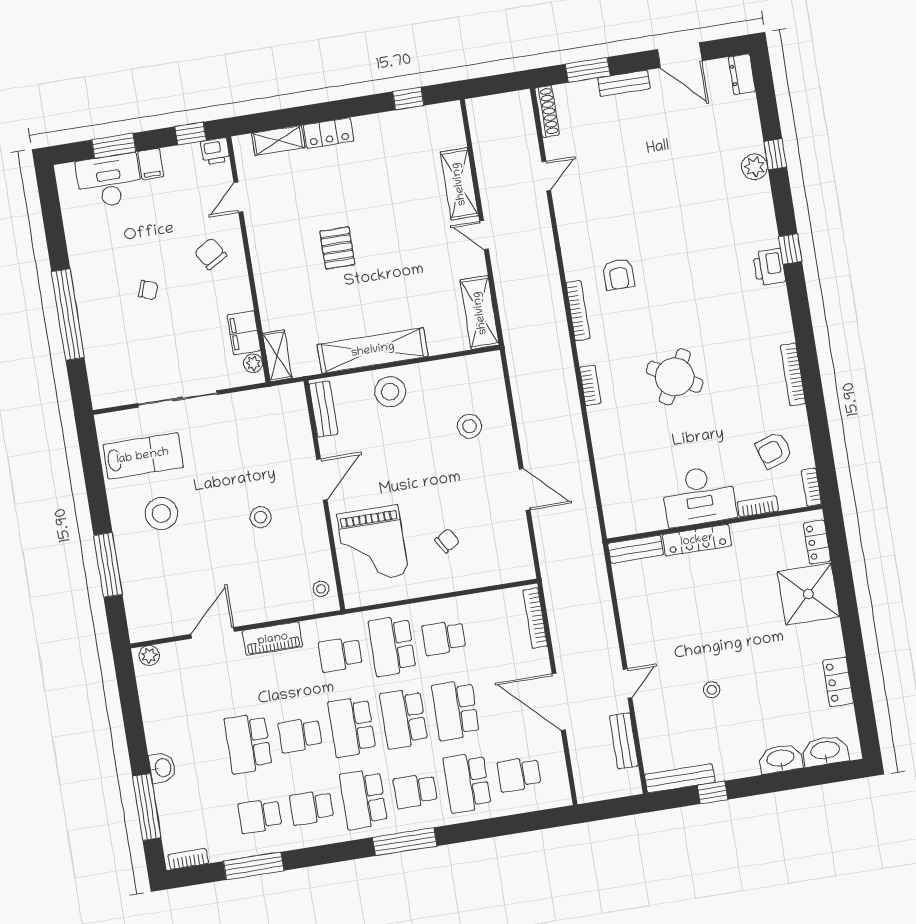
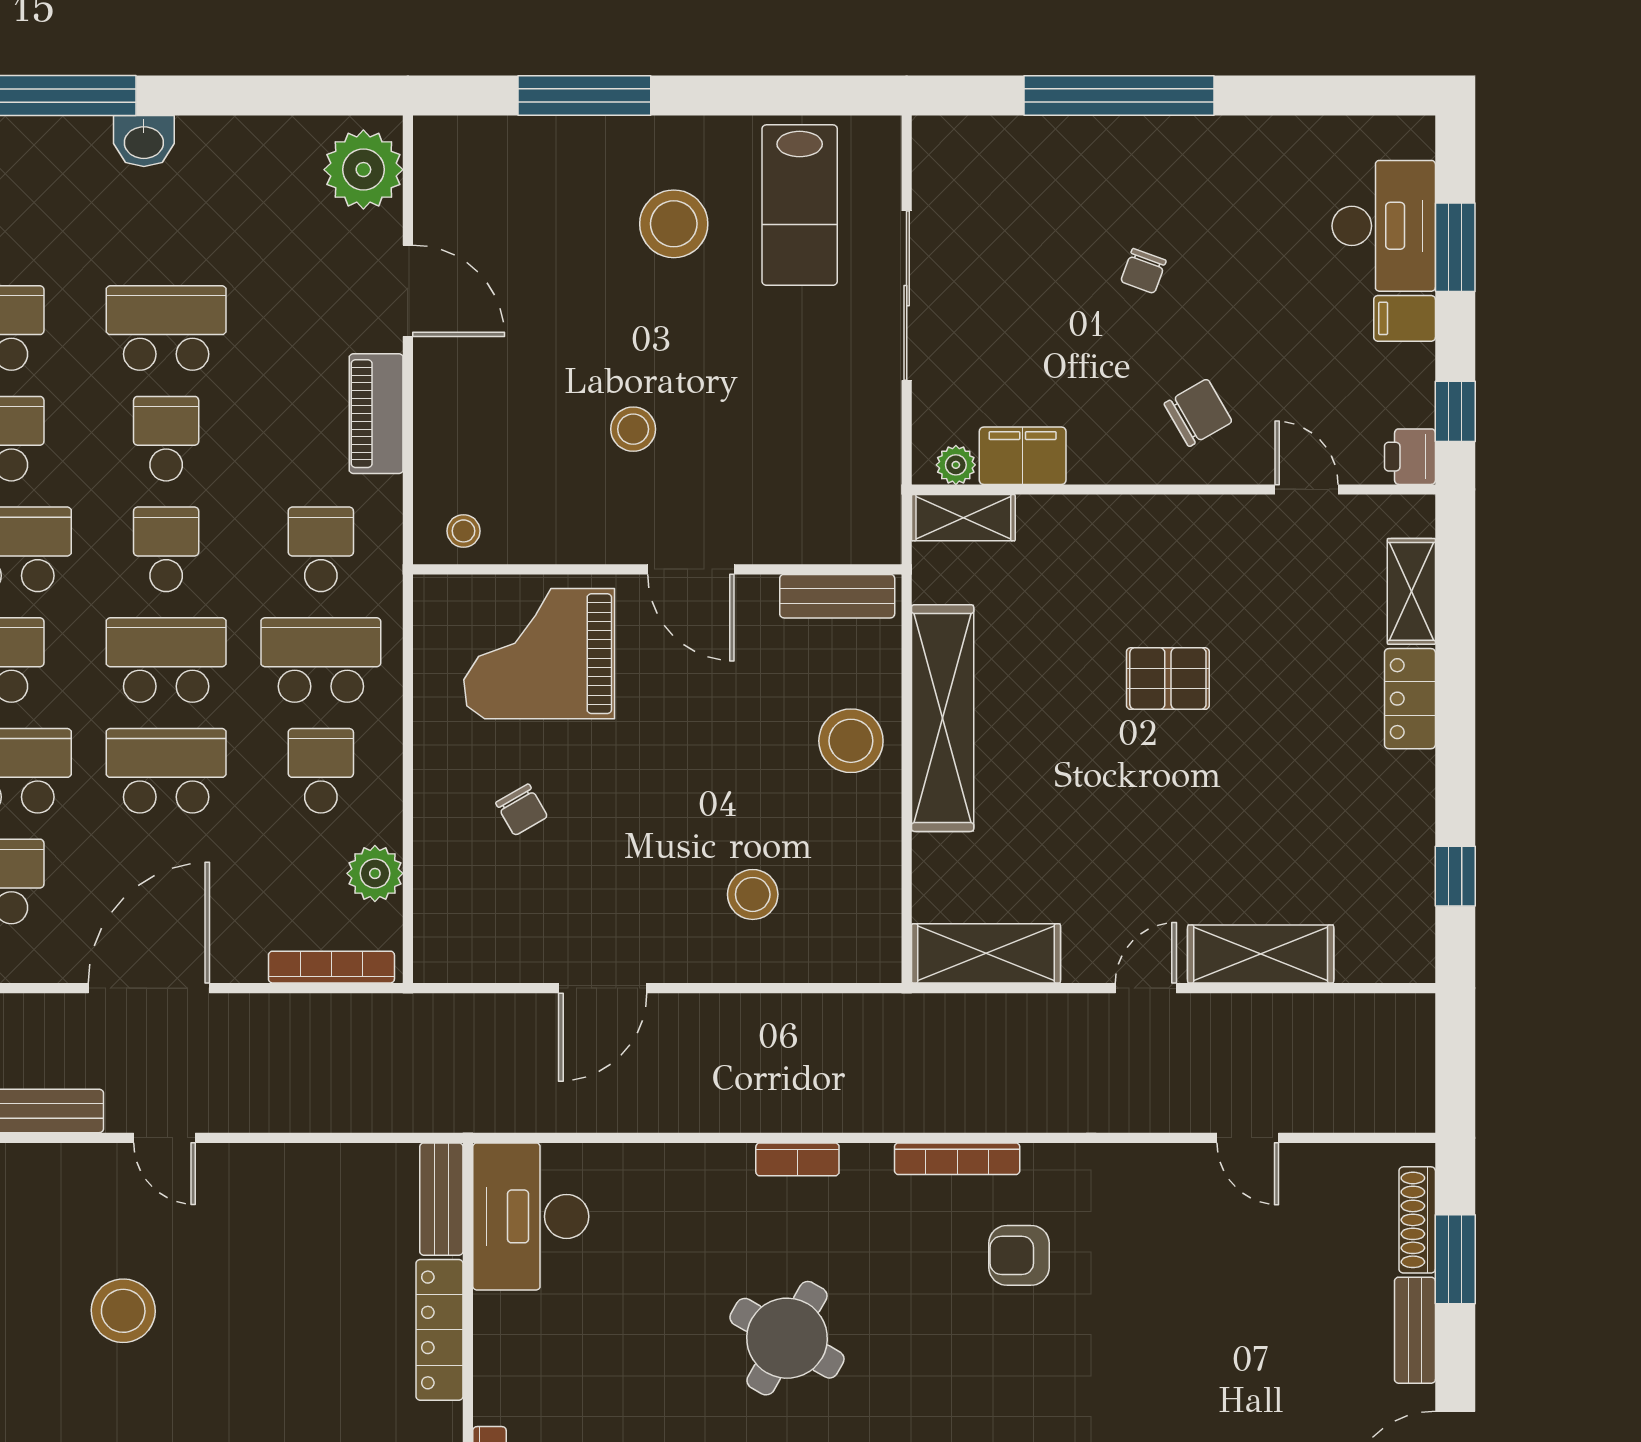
shoe rack: (547, 111) -> (1417, 1220), moved, turned 90
desk: (699, 496) -> (531, 1216), moved
plant: (488, 605) -> (375, 873), added
plant: (149, 656) -> (363, 170), width x1.88, depth x1.88
stool: (712, 690) -> (123, 1311), width x1.89, depth x1.89
school desk: (352, 727) -> (166, 549), width x0.54

